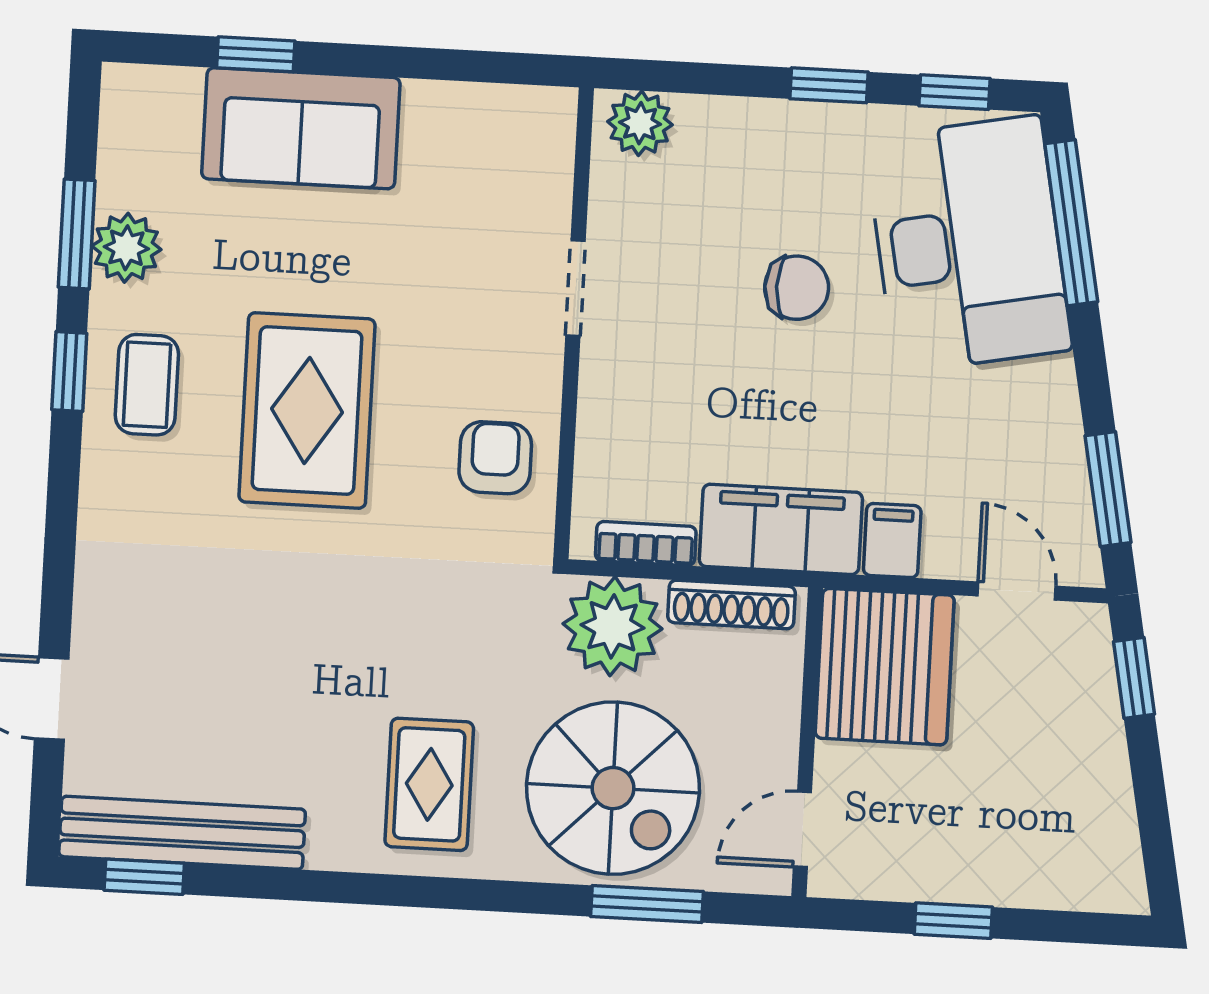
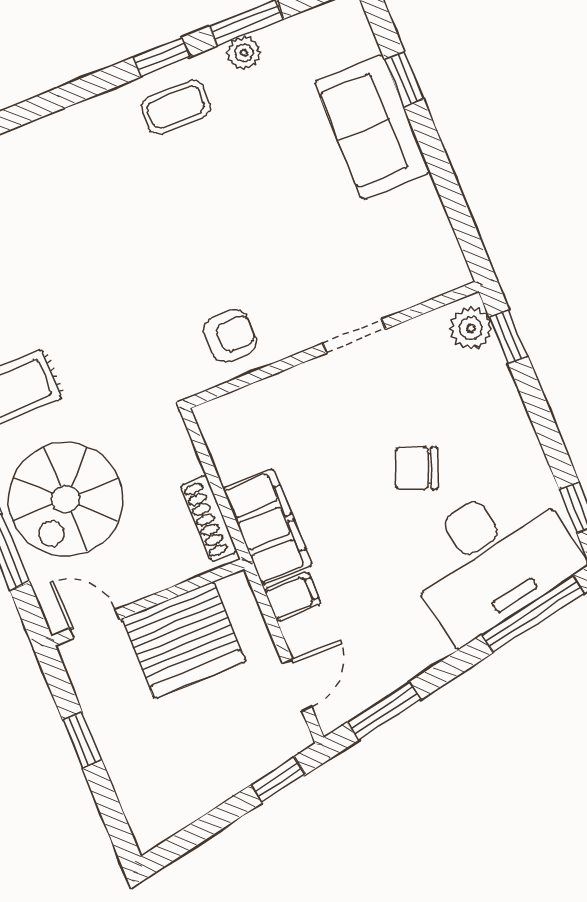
window: (829, 85) -> (509, 337), moved
plant: (126, 248) -> (244, 53), width x0.73, depth x0.73
chair: (797, 288) -> (417, 468), turned 112
rug: (307, 410) -> (205, 210), removed
bookcase: (646, 544) -> (221, 450), removed
plant: (613, 626) -> (162, 453), removed
server rack: (885, 667) -> (184, 640), moved

